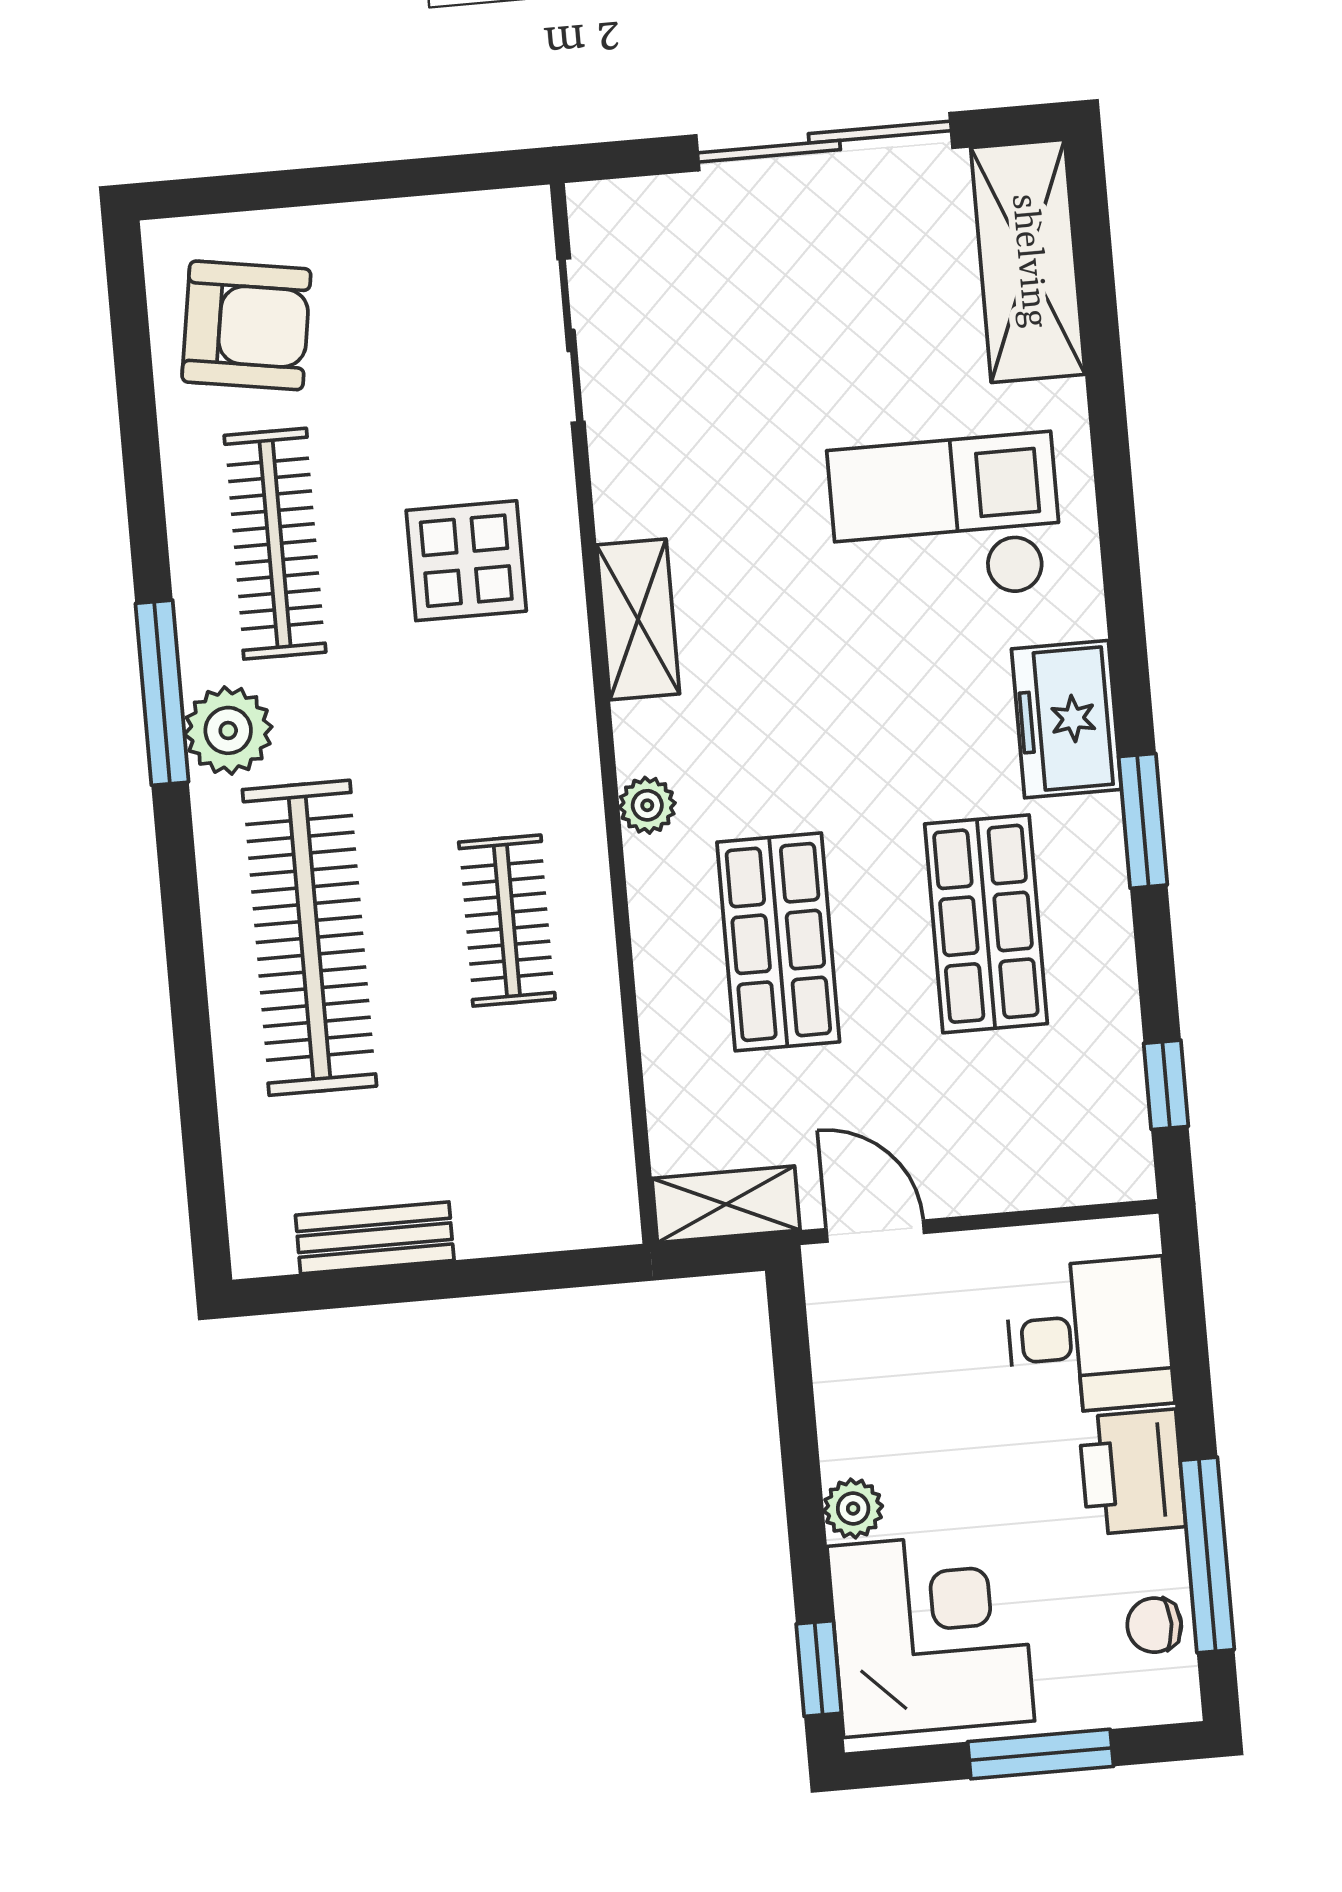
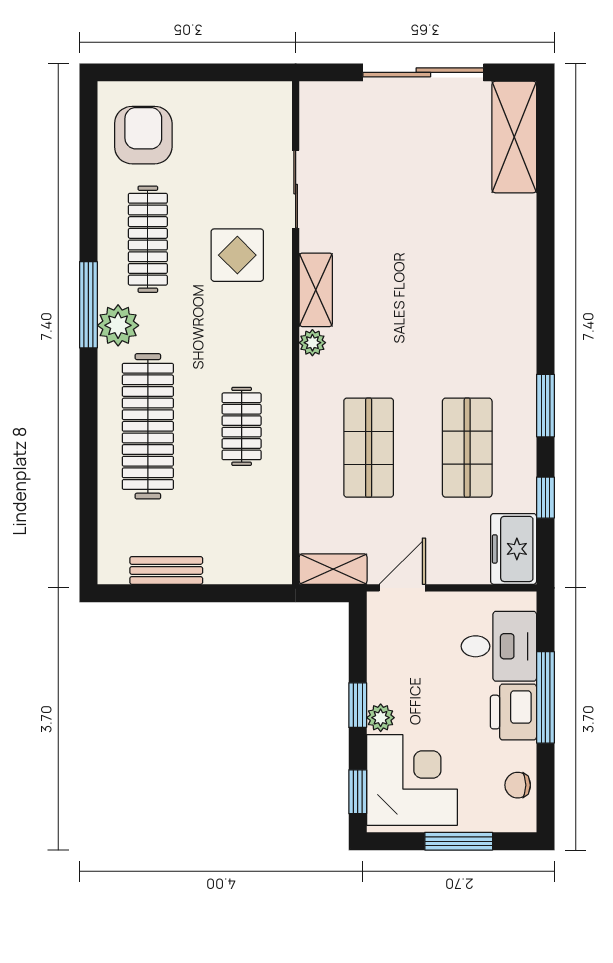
armchair: (246, 325) -> (143, 135), turned -99
sliding door: (571, 340) -> (296, 189), moved
checkout: (945, 520) -> (465, 255), removed
freezer: (1066, 719) -> (514, 549), moved
plant: (647, 805) -> (312, 343), moved
window: (1166, 1085) -> (545, 498), moved
door: (875, 1231) -> (402, 588), hinge flipped
window: (803, 1486) -> (358, 705), added
window: (1207, 1555) -> (545, 697), moved

